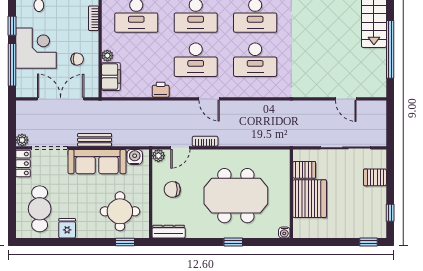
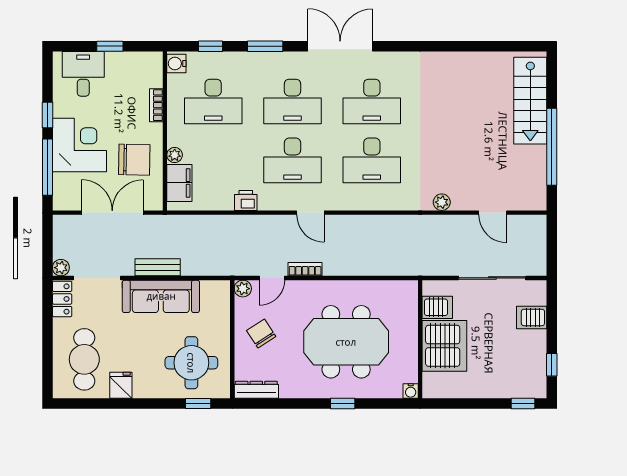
chair: (77, 59) -> (134, 160), width x1.87, depth x1.87
plant: (308, 91) -> (442, 202), added
water cooler: (135, 157) -> (211, 290), removed
chair: (172, 189) -> (261, 334), turned 57

